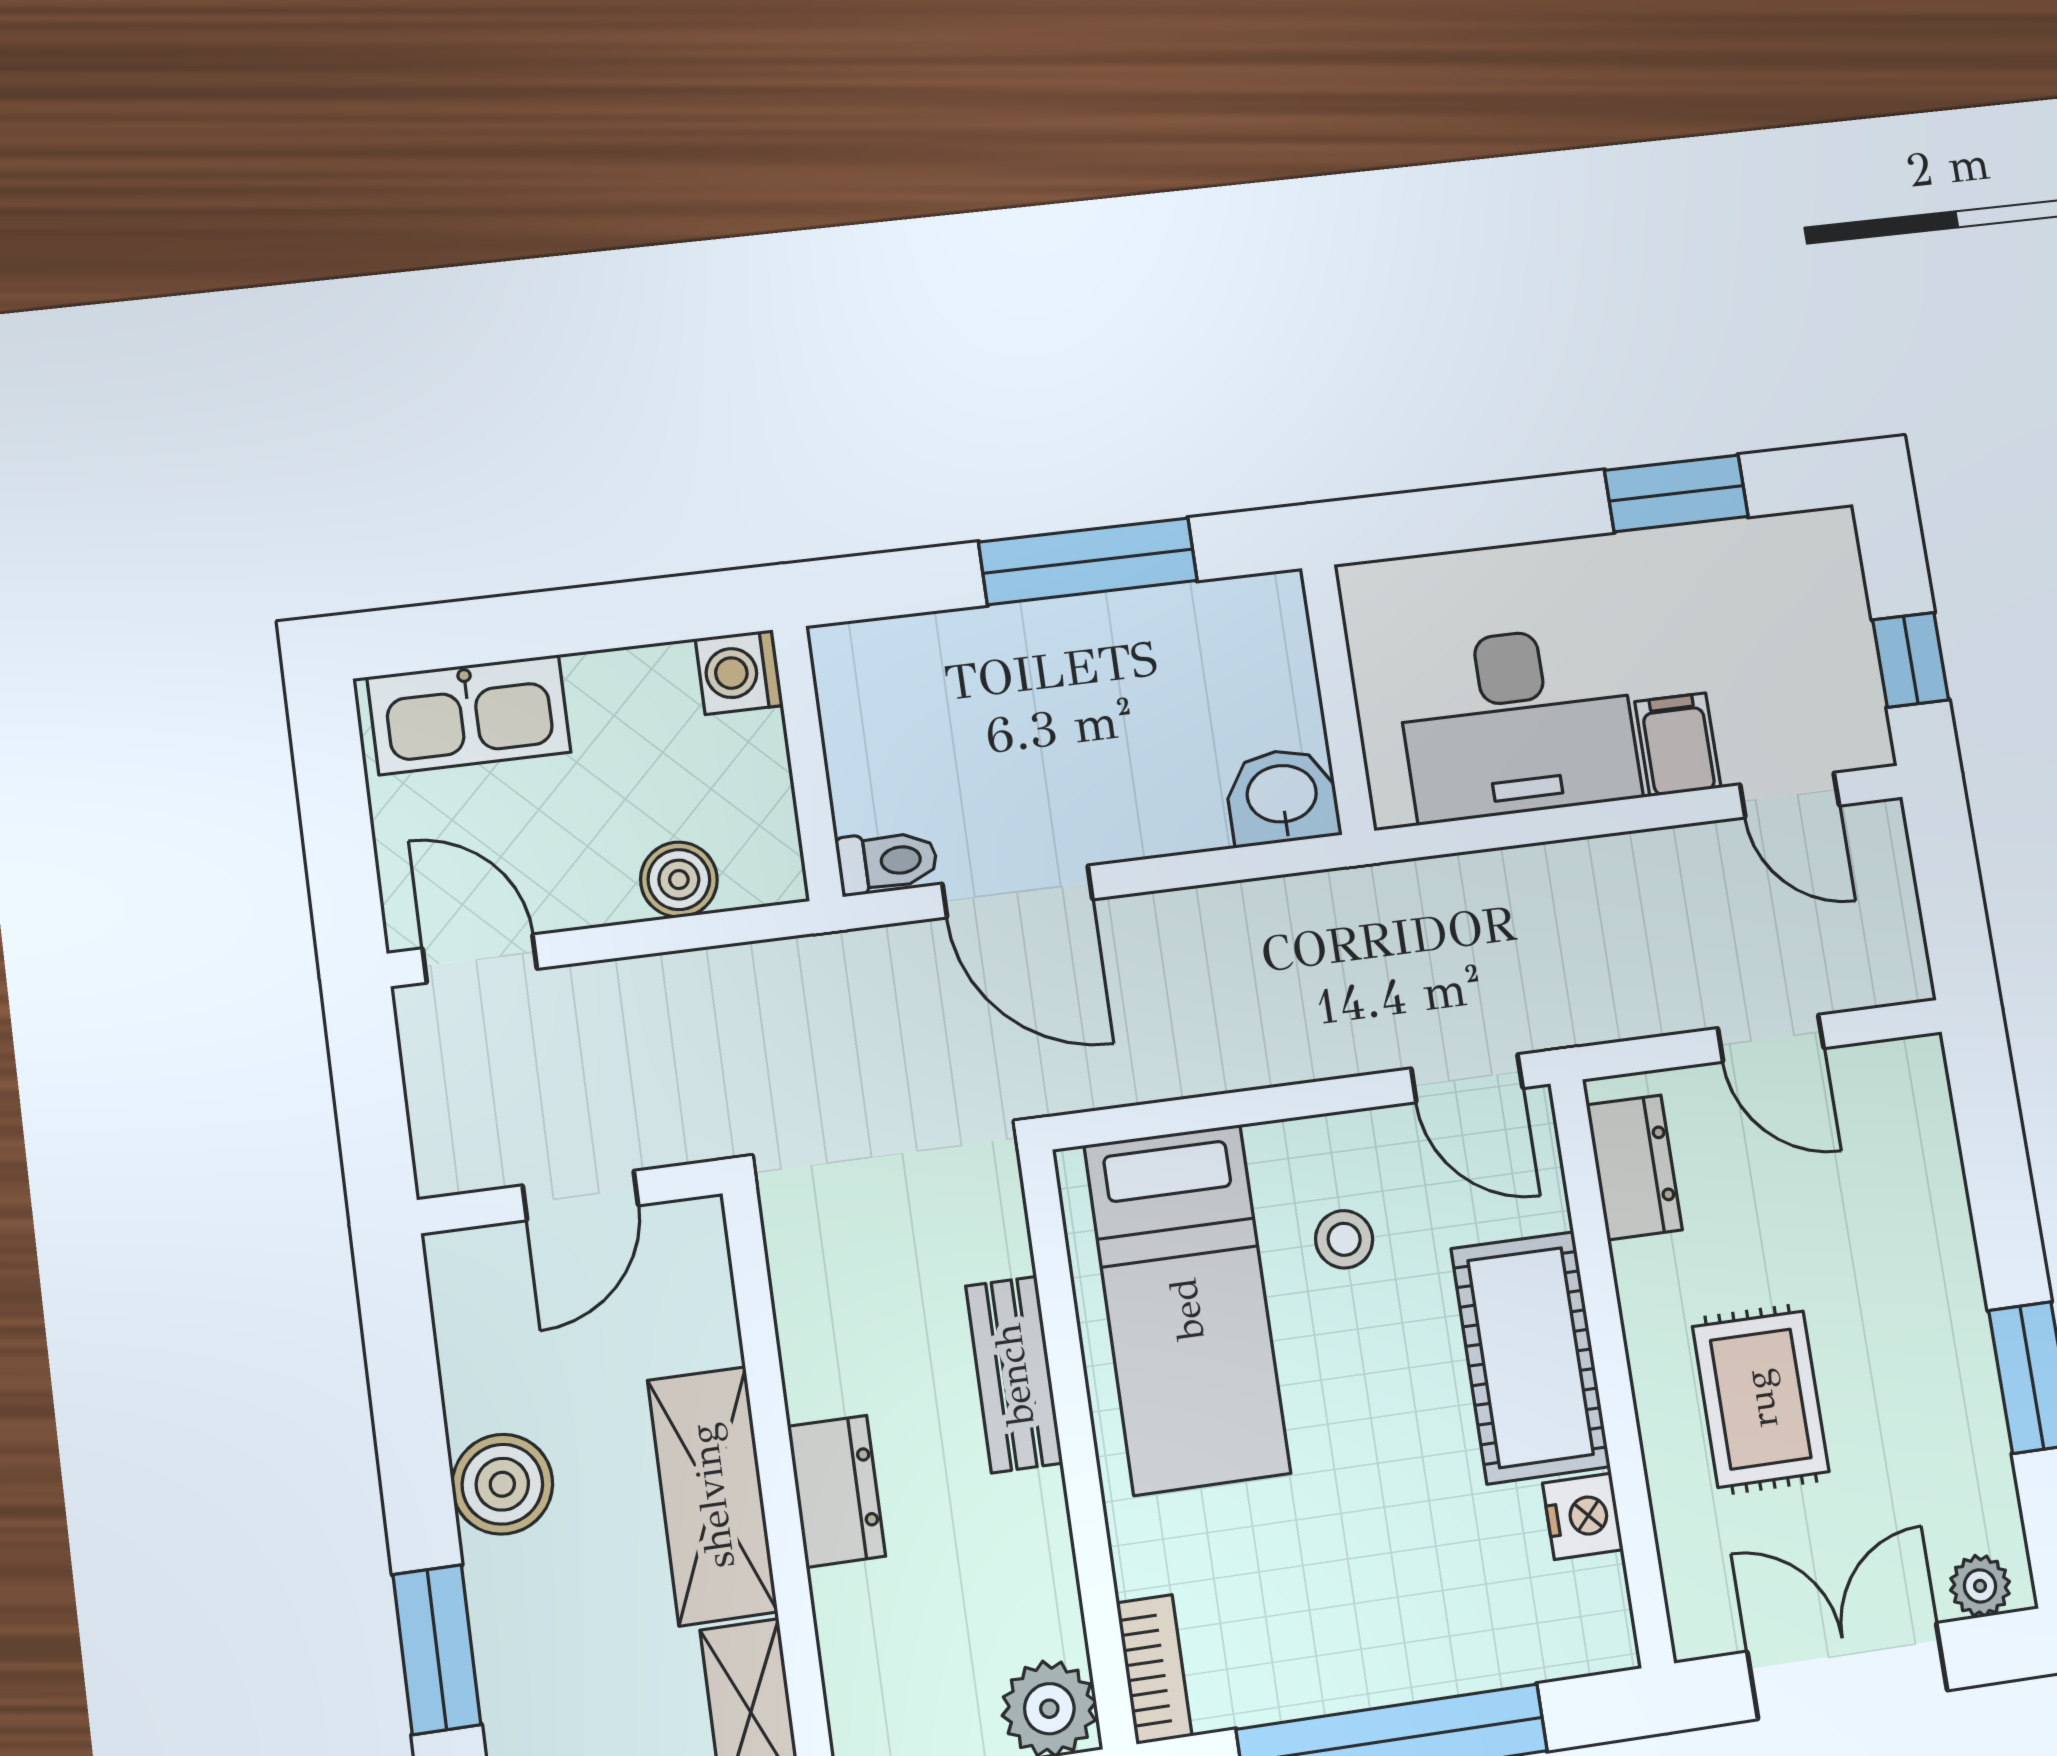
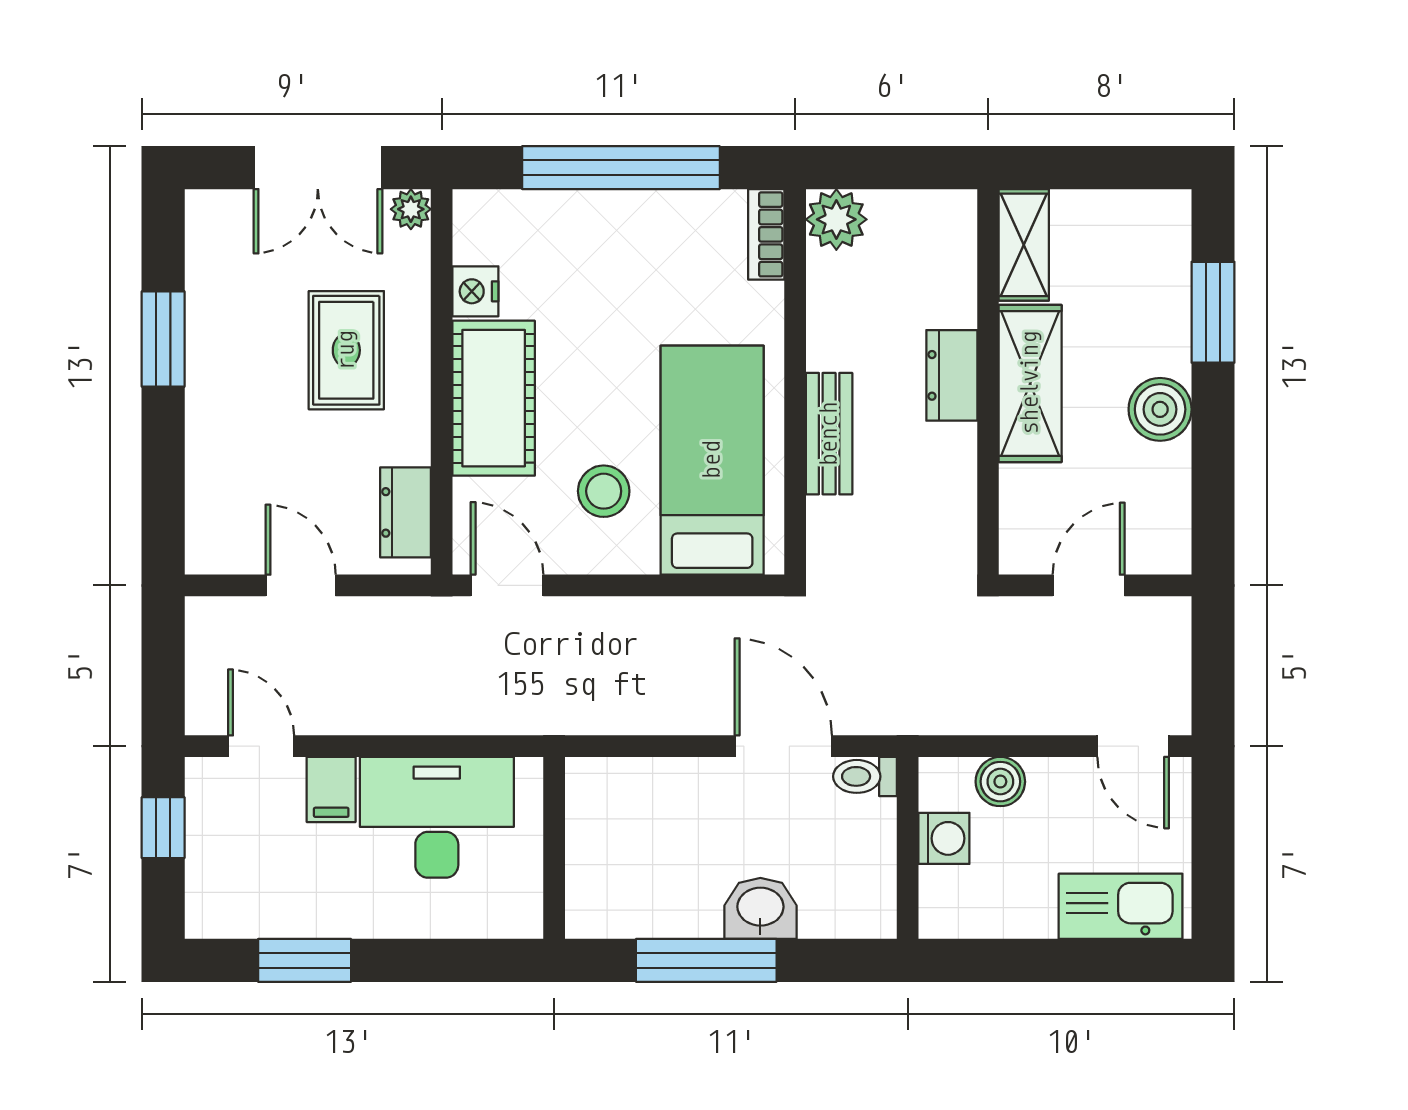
washing machine: (739, 672) -> (944, 838), moved
washbasin: (1282, 796) -> (760, 908), moved, turned 180
stool: (1344, 1239) -> (604, 491), width x1.37, depth x1.37
plant: (1980, 1586) -> (411, 209), moved

